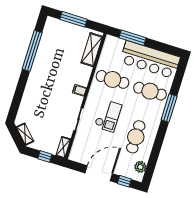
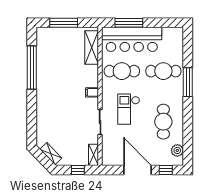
bar counter: (150, 60) -> (132, 39), moved
checkout: (108, 116) -> (129, 109), turned 180
door: (99, 173) -> (137, 170), hinge flipped

